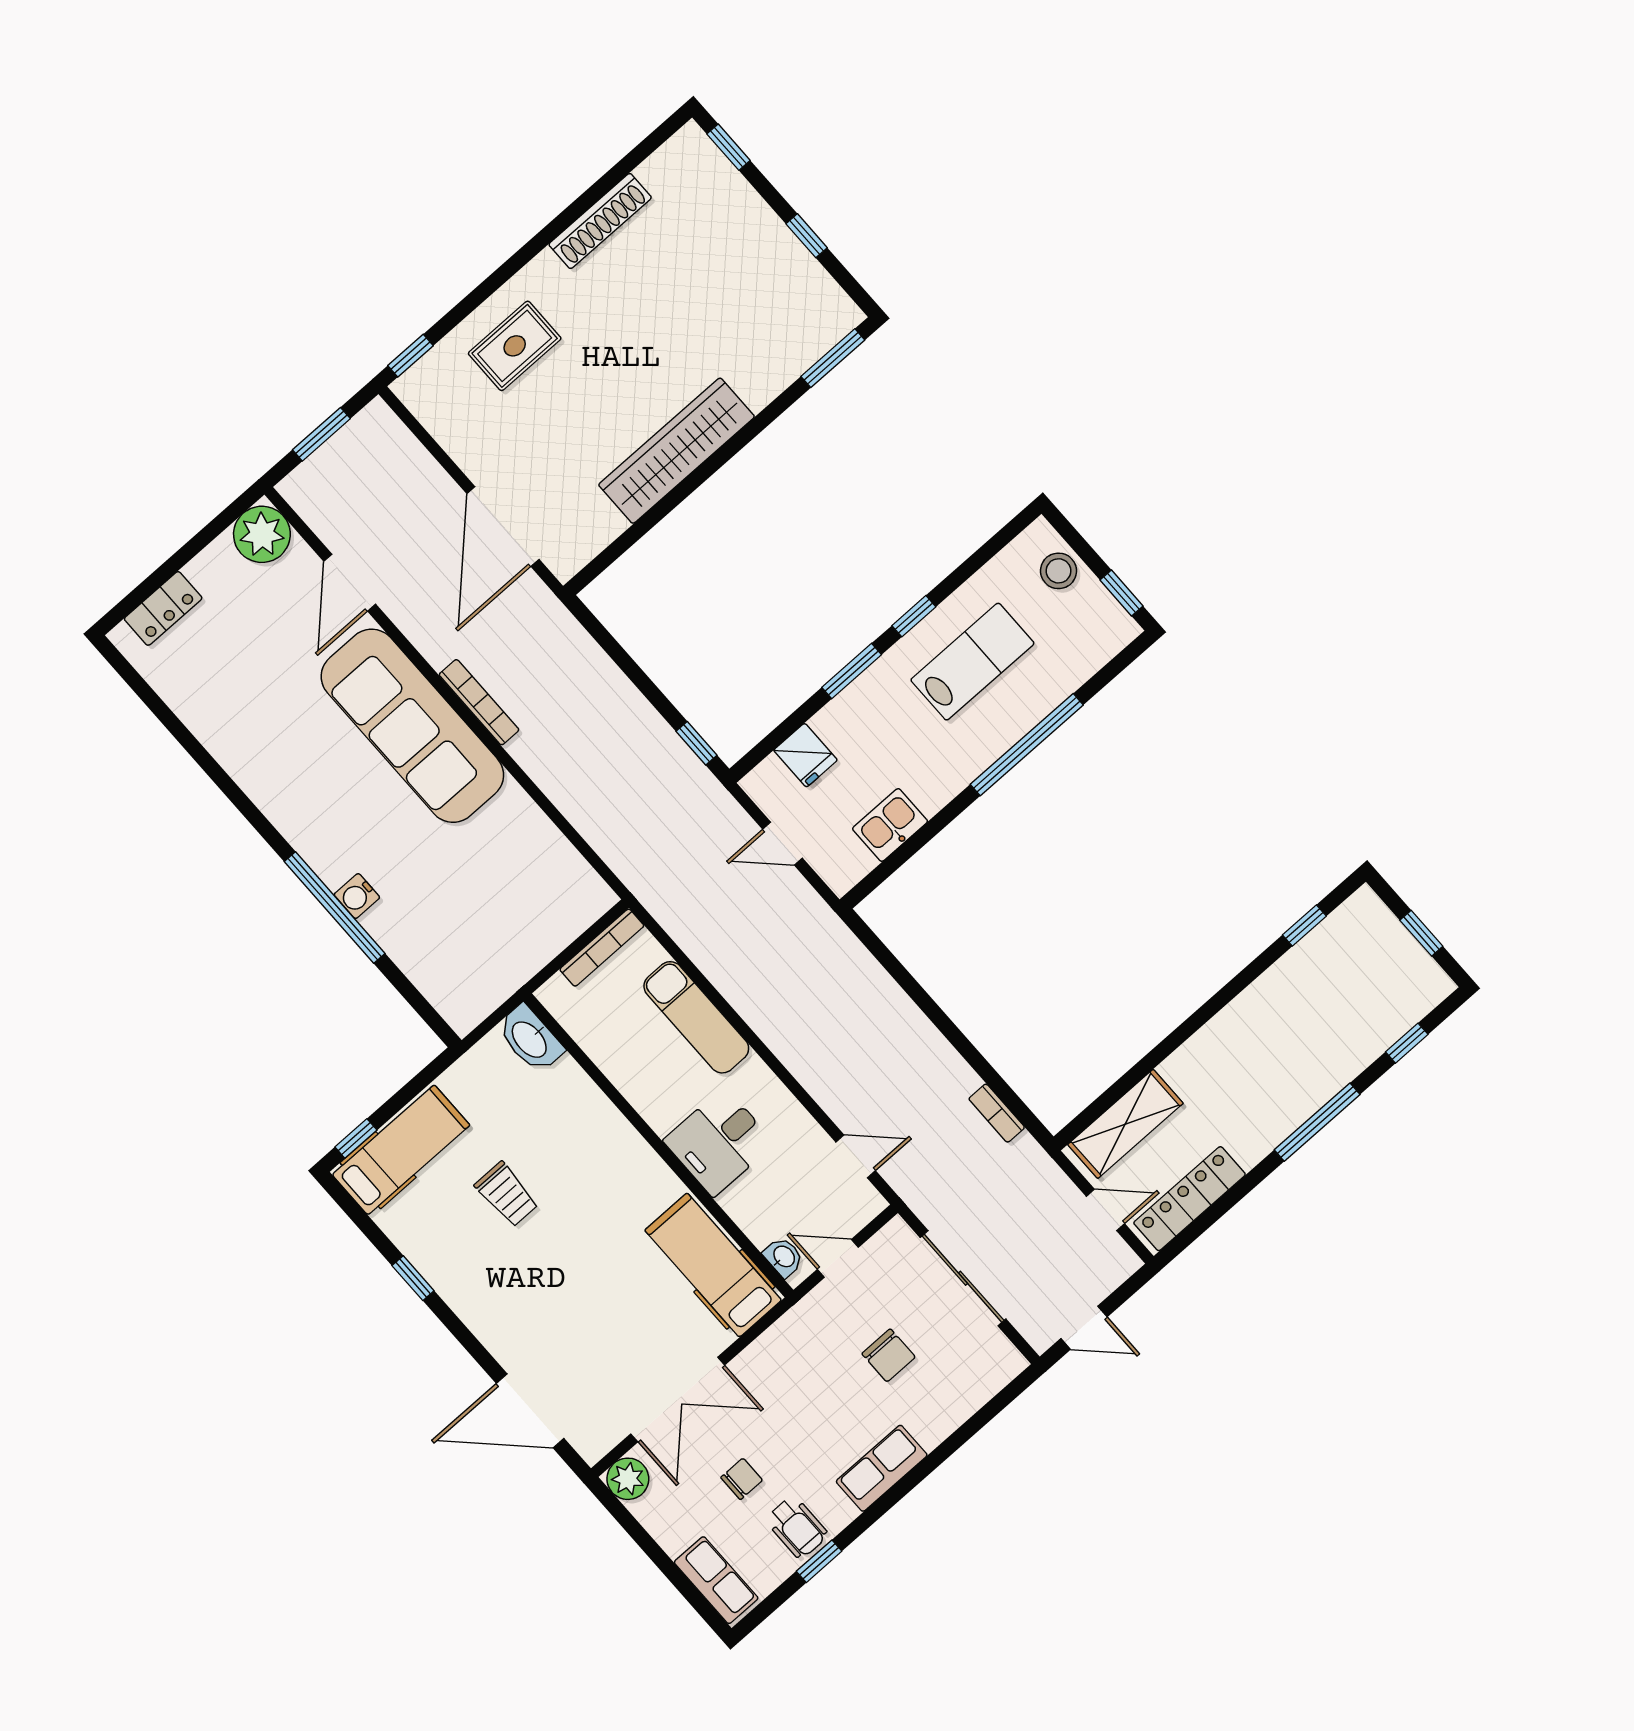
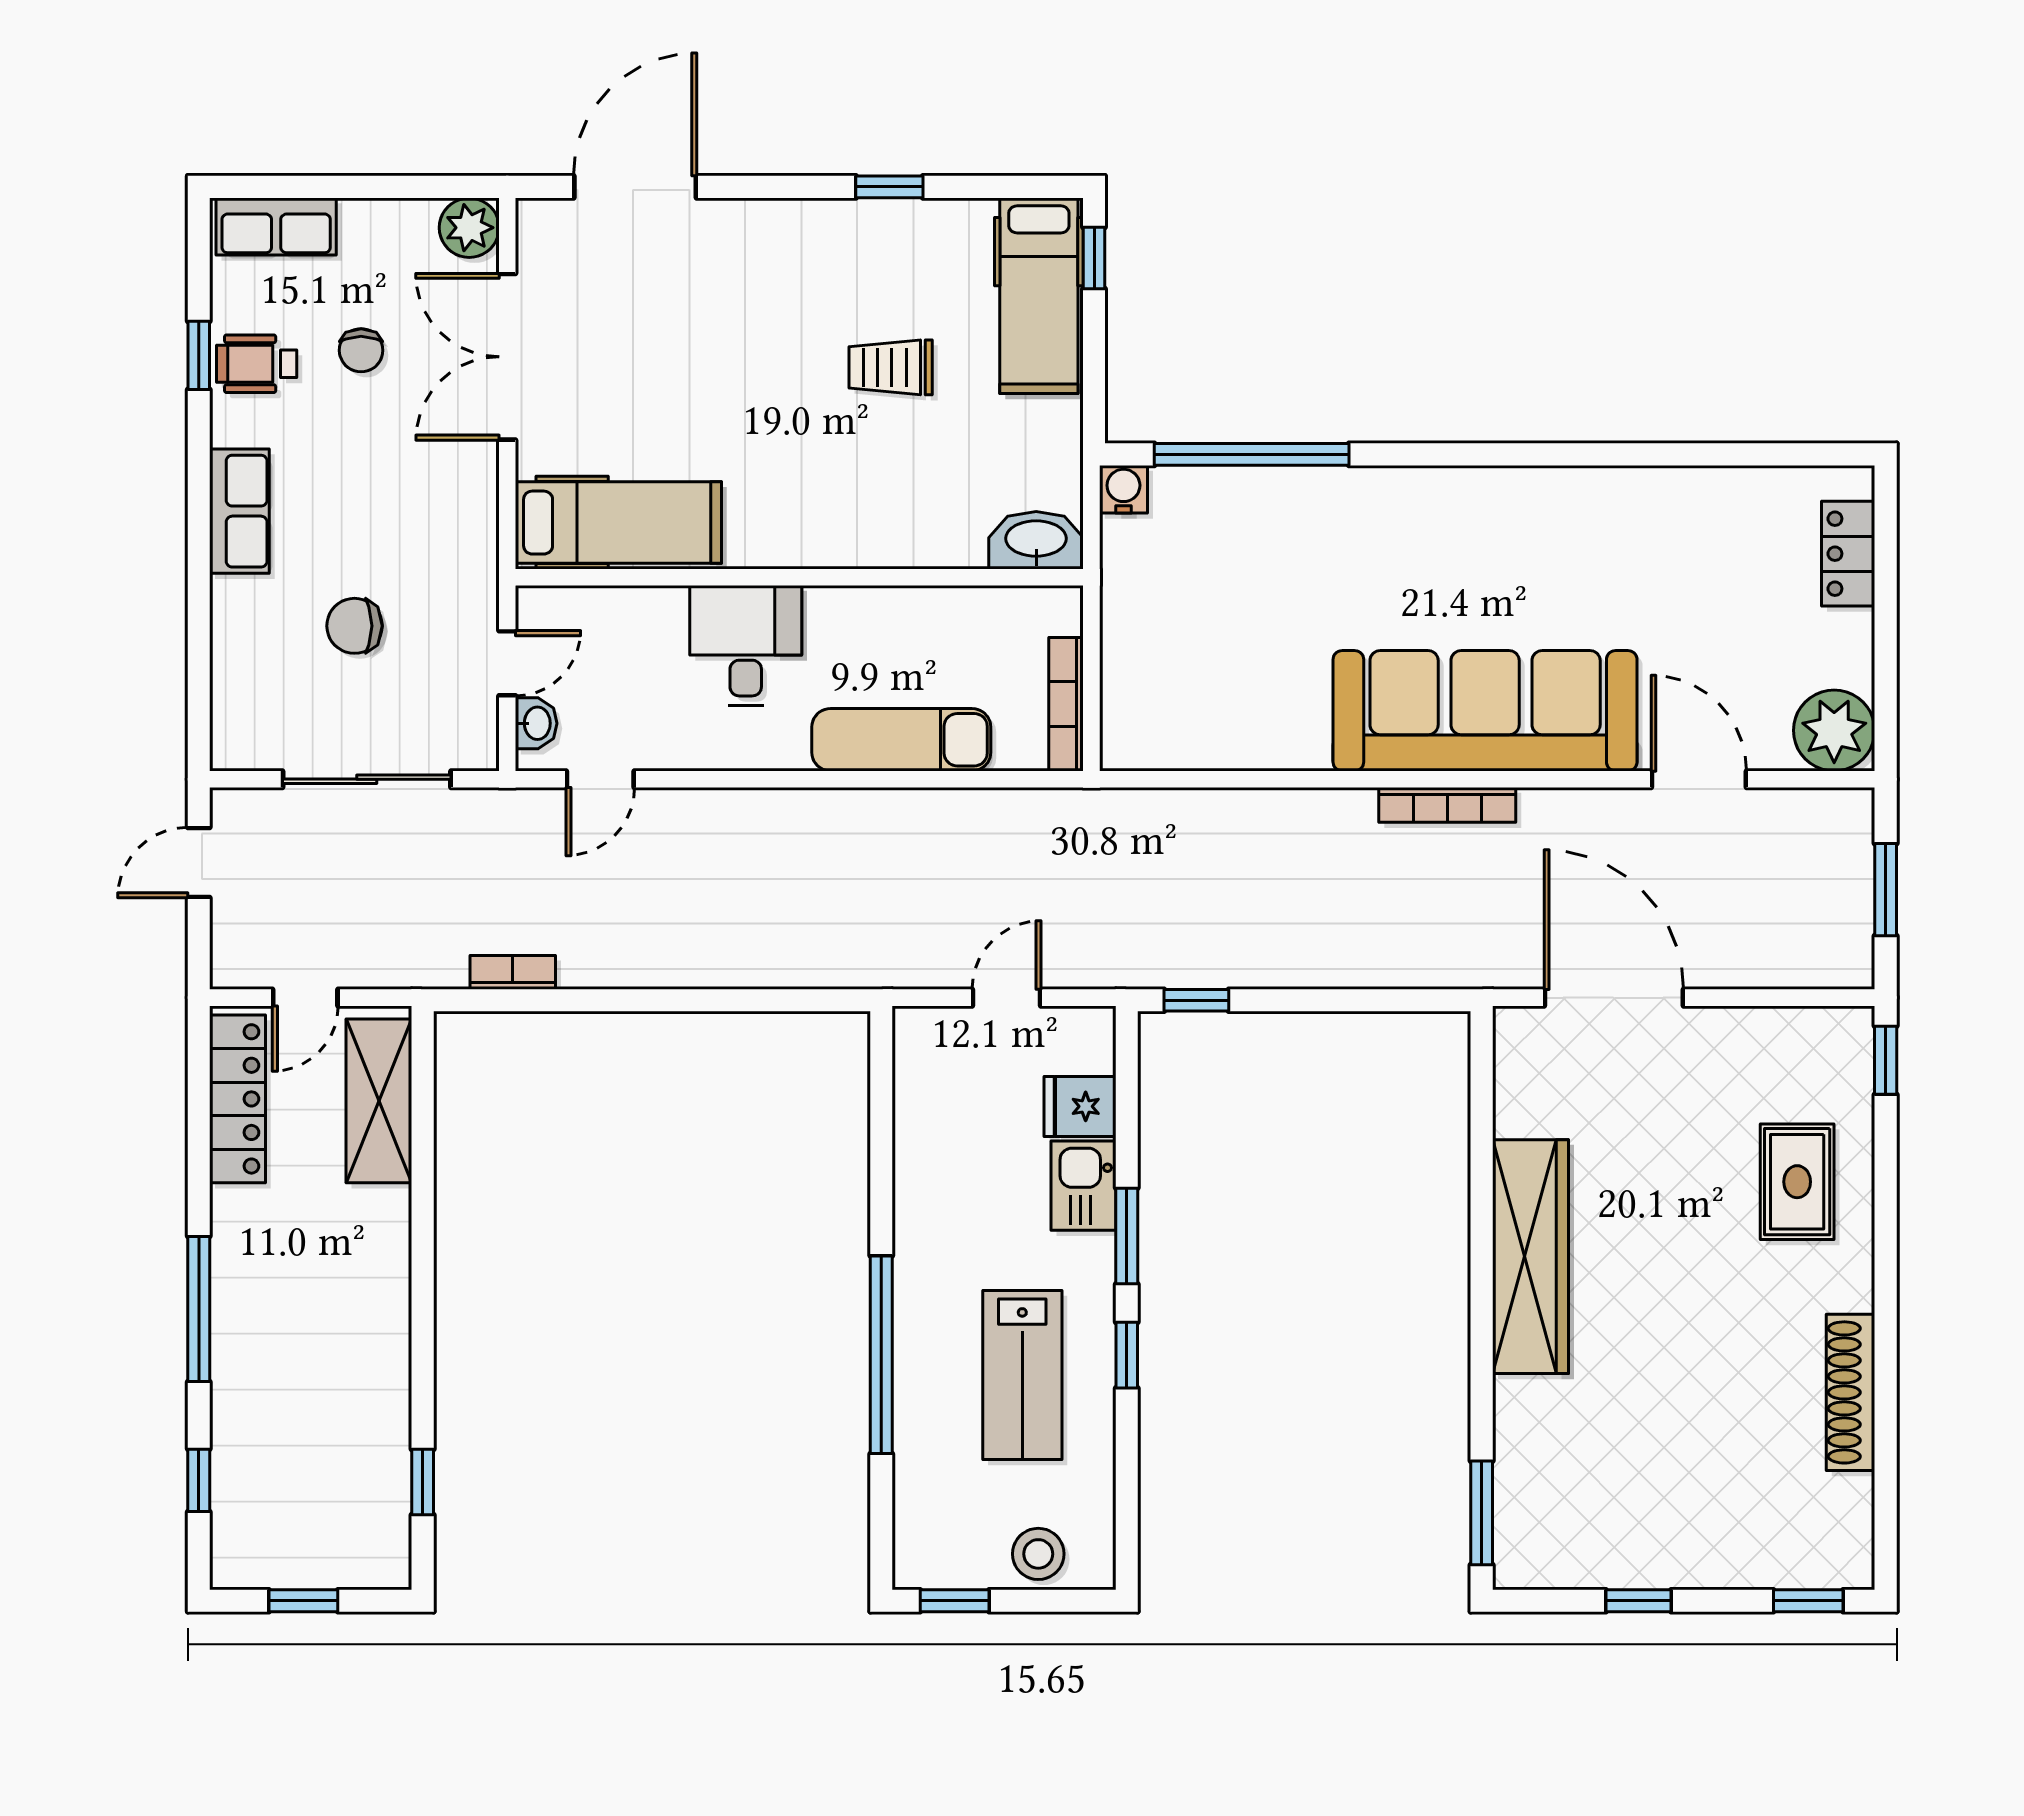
kitchen sink: (890, 825) -> (1083, 1186), moved, turned 180
water cooler: (357, 896) -> (1123, 489), moved
window: (335, 908) -> (1252, 454), moved
washbasin: (784, 1257) -> (536, 723), moved, turned -90

